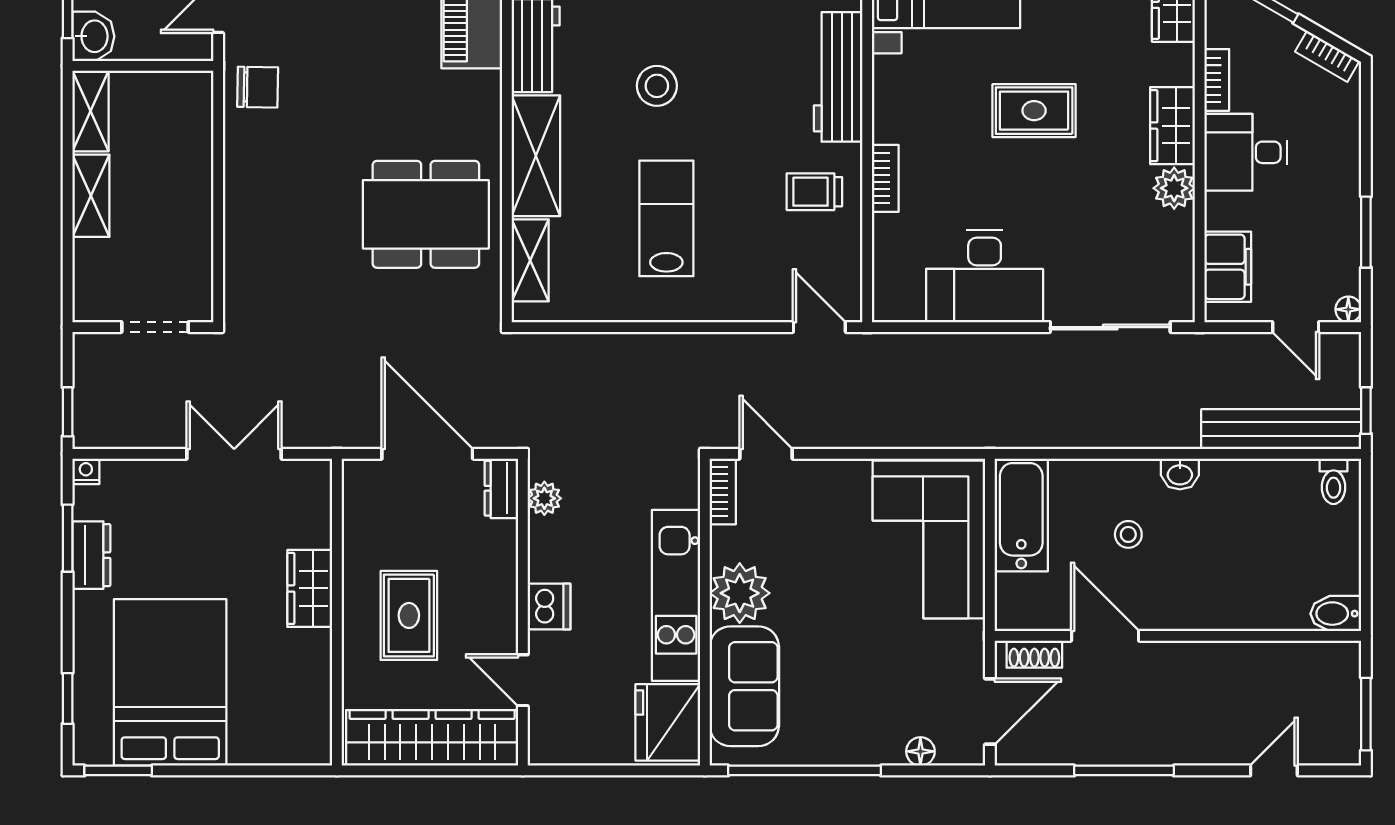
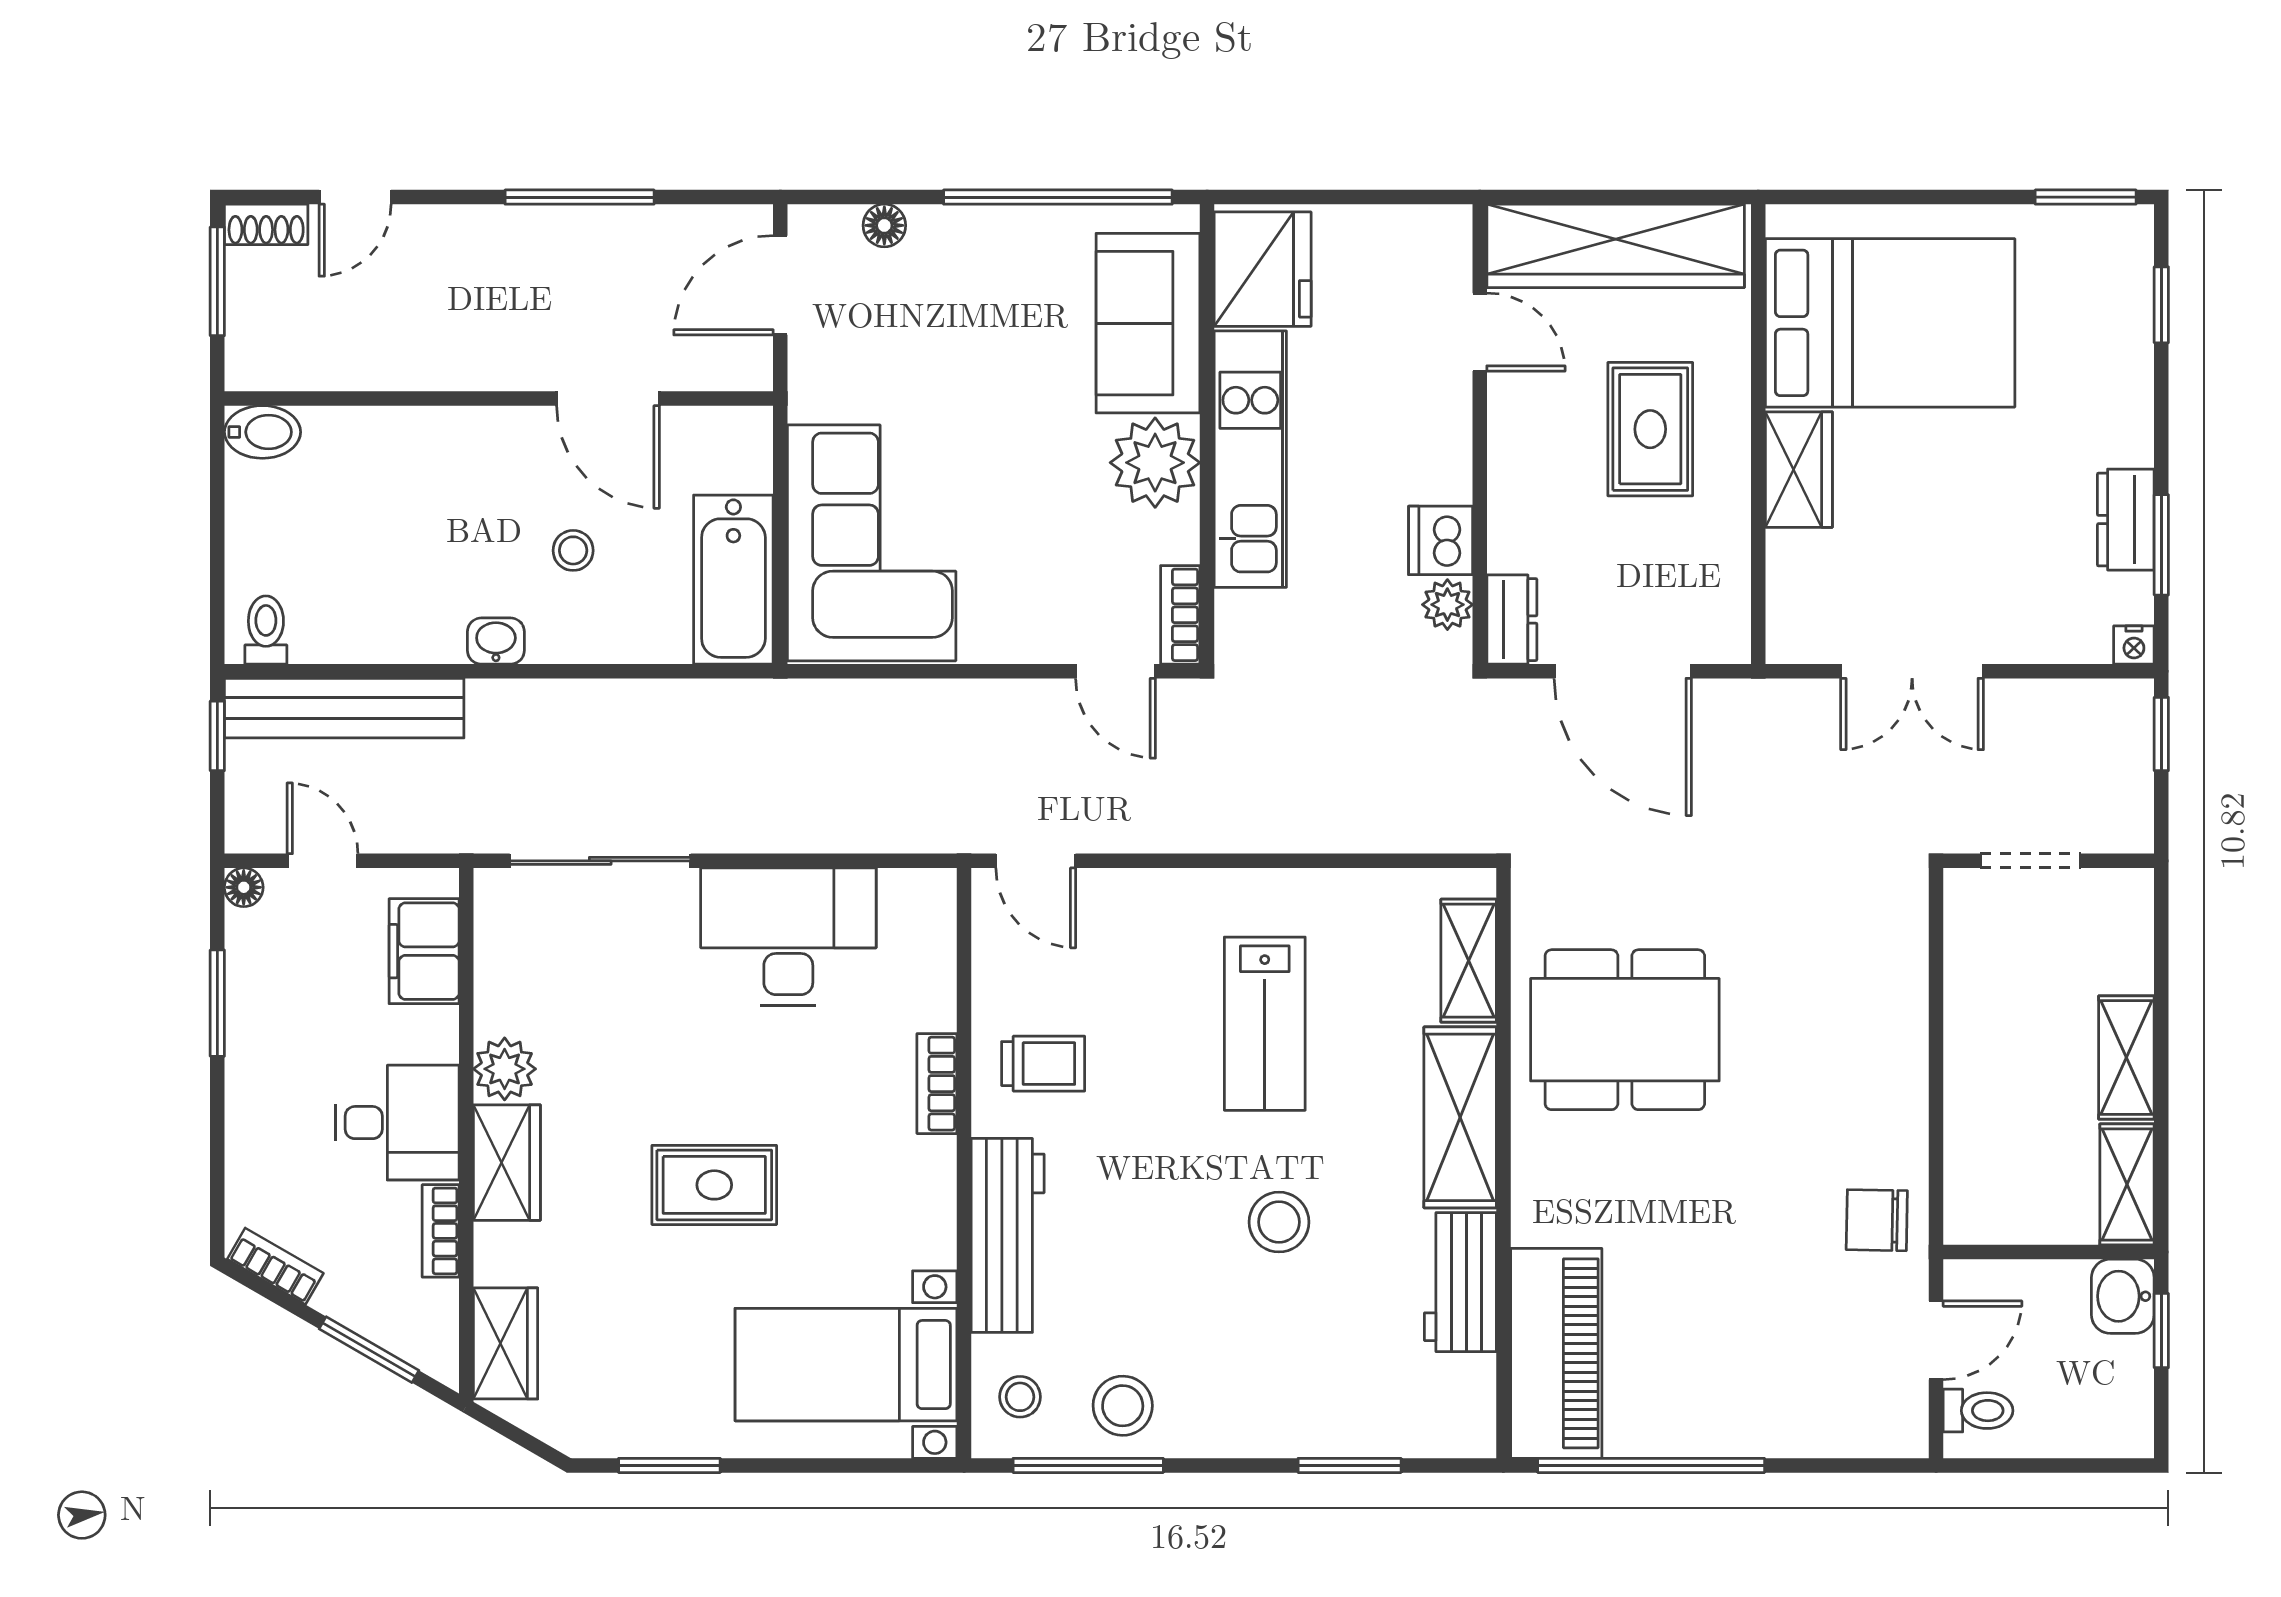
dishwasher: (549, 607) -> (1441, 540), moved
shoe rack: (1034, 654) -> (266, 224), moved, turned 180
bed: (170, 682) -> (1890, 323), moved, turned -90

